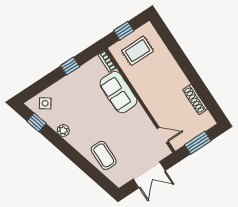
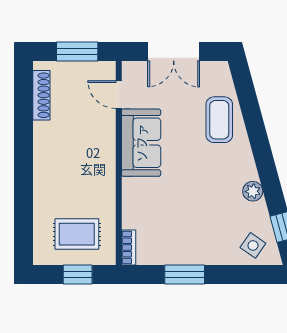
window: (70, 66) -> (185, 274), width x1.50
sofa: (118, 92) -> (141, 143), moved
shoe rack: (195, 99) -> (41, 95), moved
double door: (149, 175) -> (174, 51), swing flipped

